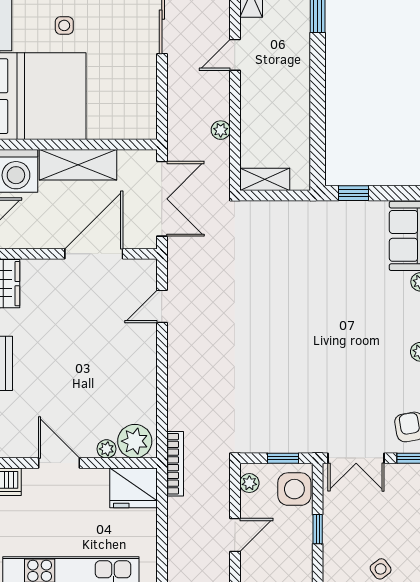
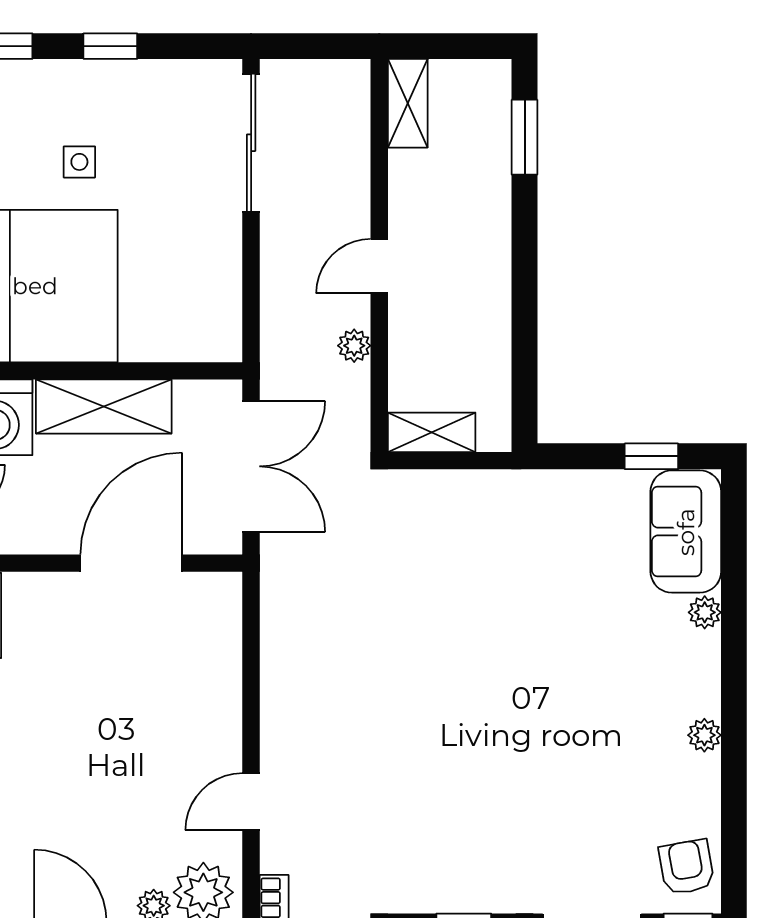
door: (235, 55) -> (379, 266), moved
window: (353, 193) -> (651, 456), moved
door: (162, 306) -> (251, 802), moved

